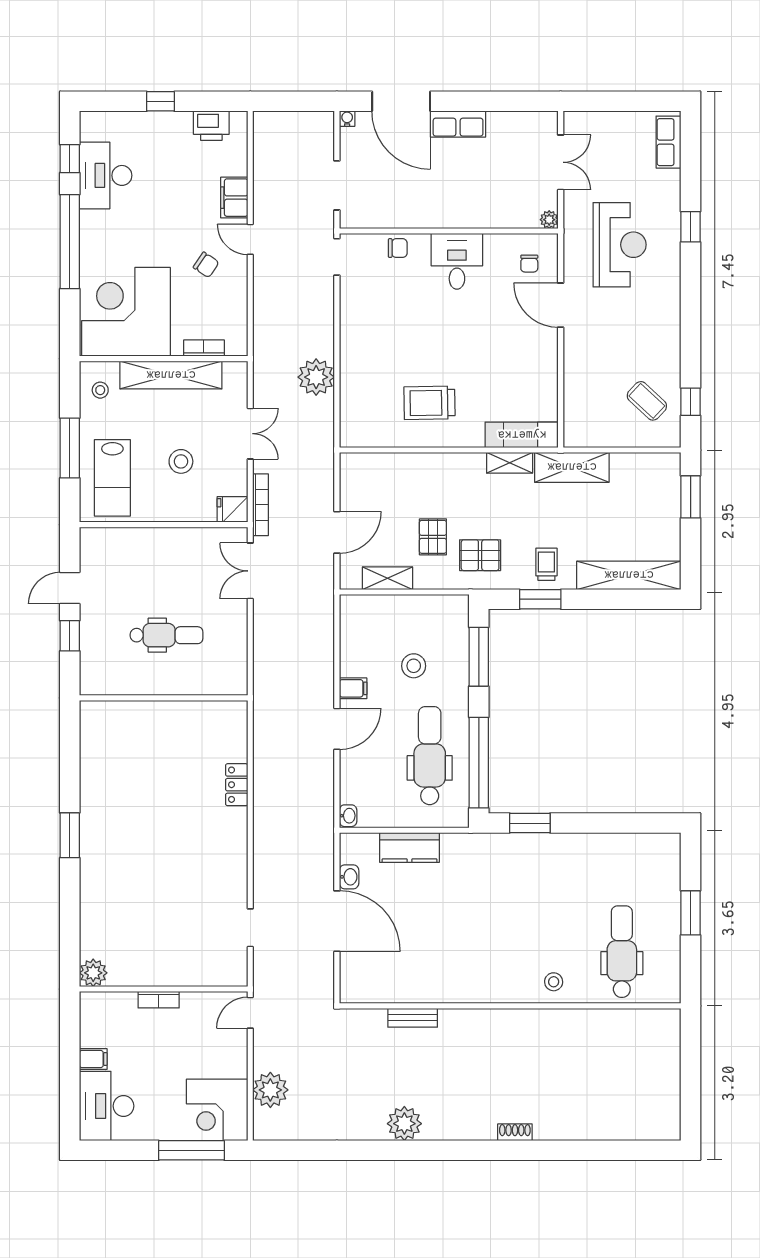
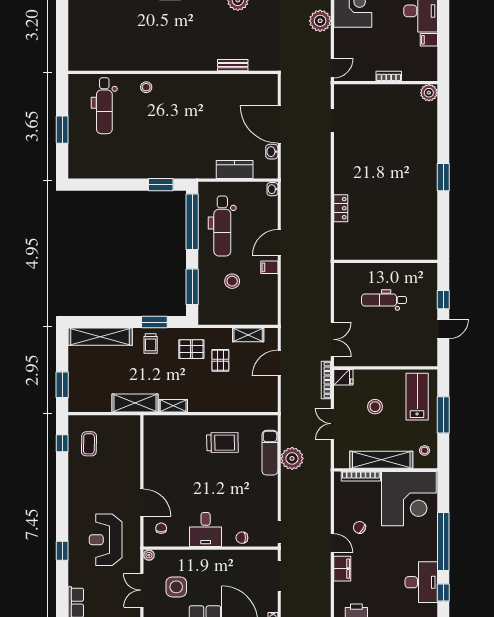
side table: (505, 168) -> (176, 587), added
bookcase: (204, 348) -> (361, 476), width x1.56
coffee table: (647, 401) -> (89, 444), turned 48
exam couch: (522, 435) -> (270, 453), moved, turned 90

